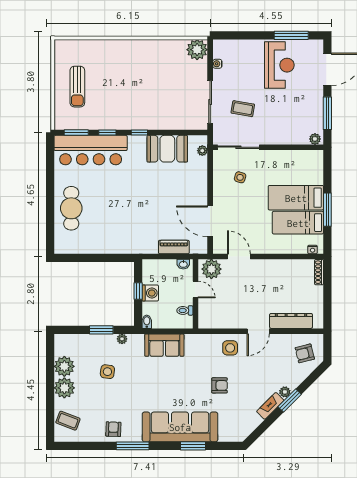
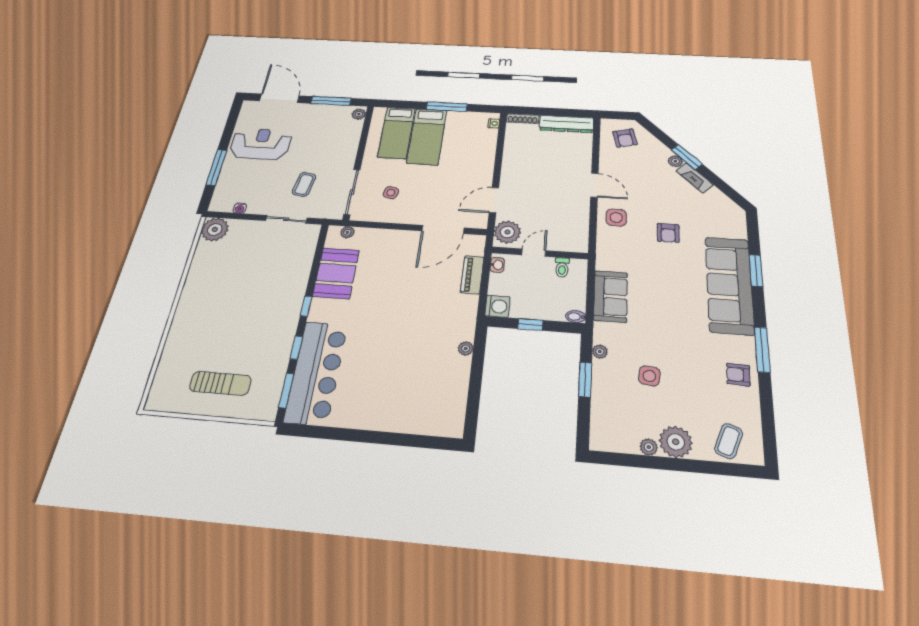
window: (291, 35) -> (216, 167), moved
sliding door: (210, 102) -> (286, 219), width x0.73
cafe table: (71, 208) -> (397, 407), removed
bed: (298, 223) -> (397, 133), moved
plant: (117, 249) -> (466, 348), added
washing machine: (150, 293) -> (497, 306), moved, turned 90
dresser: (291, 321) -> (566, 124), moved, turned -90
plant: (64, 366) -> (649, 447), width x0.53, depth x0.53
armchair: (220, 385) -> (668, 233), turned 180

